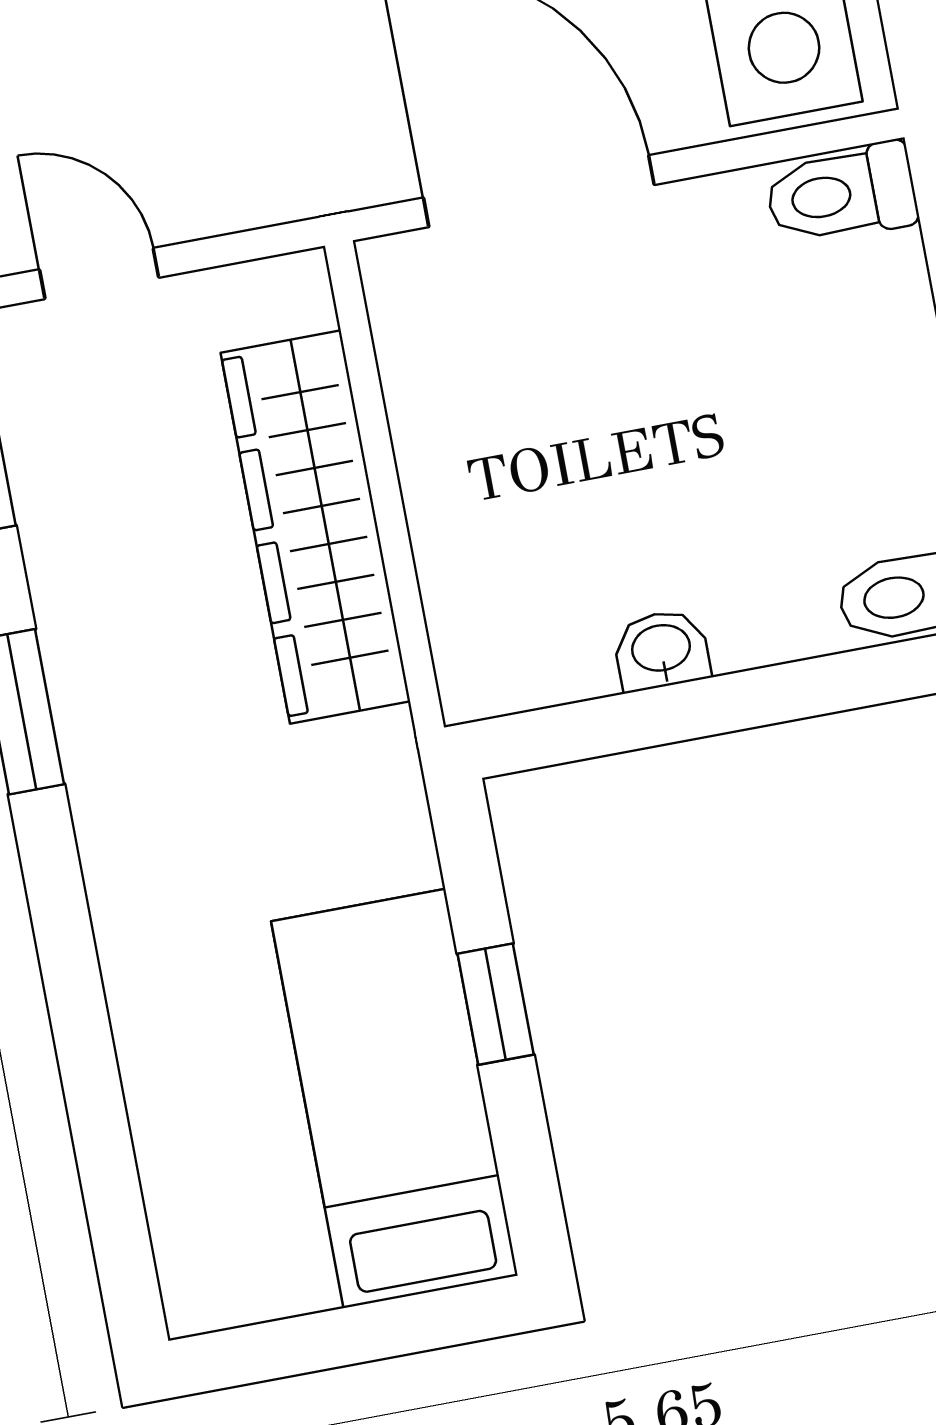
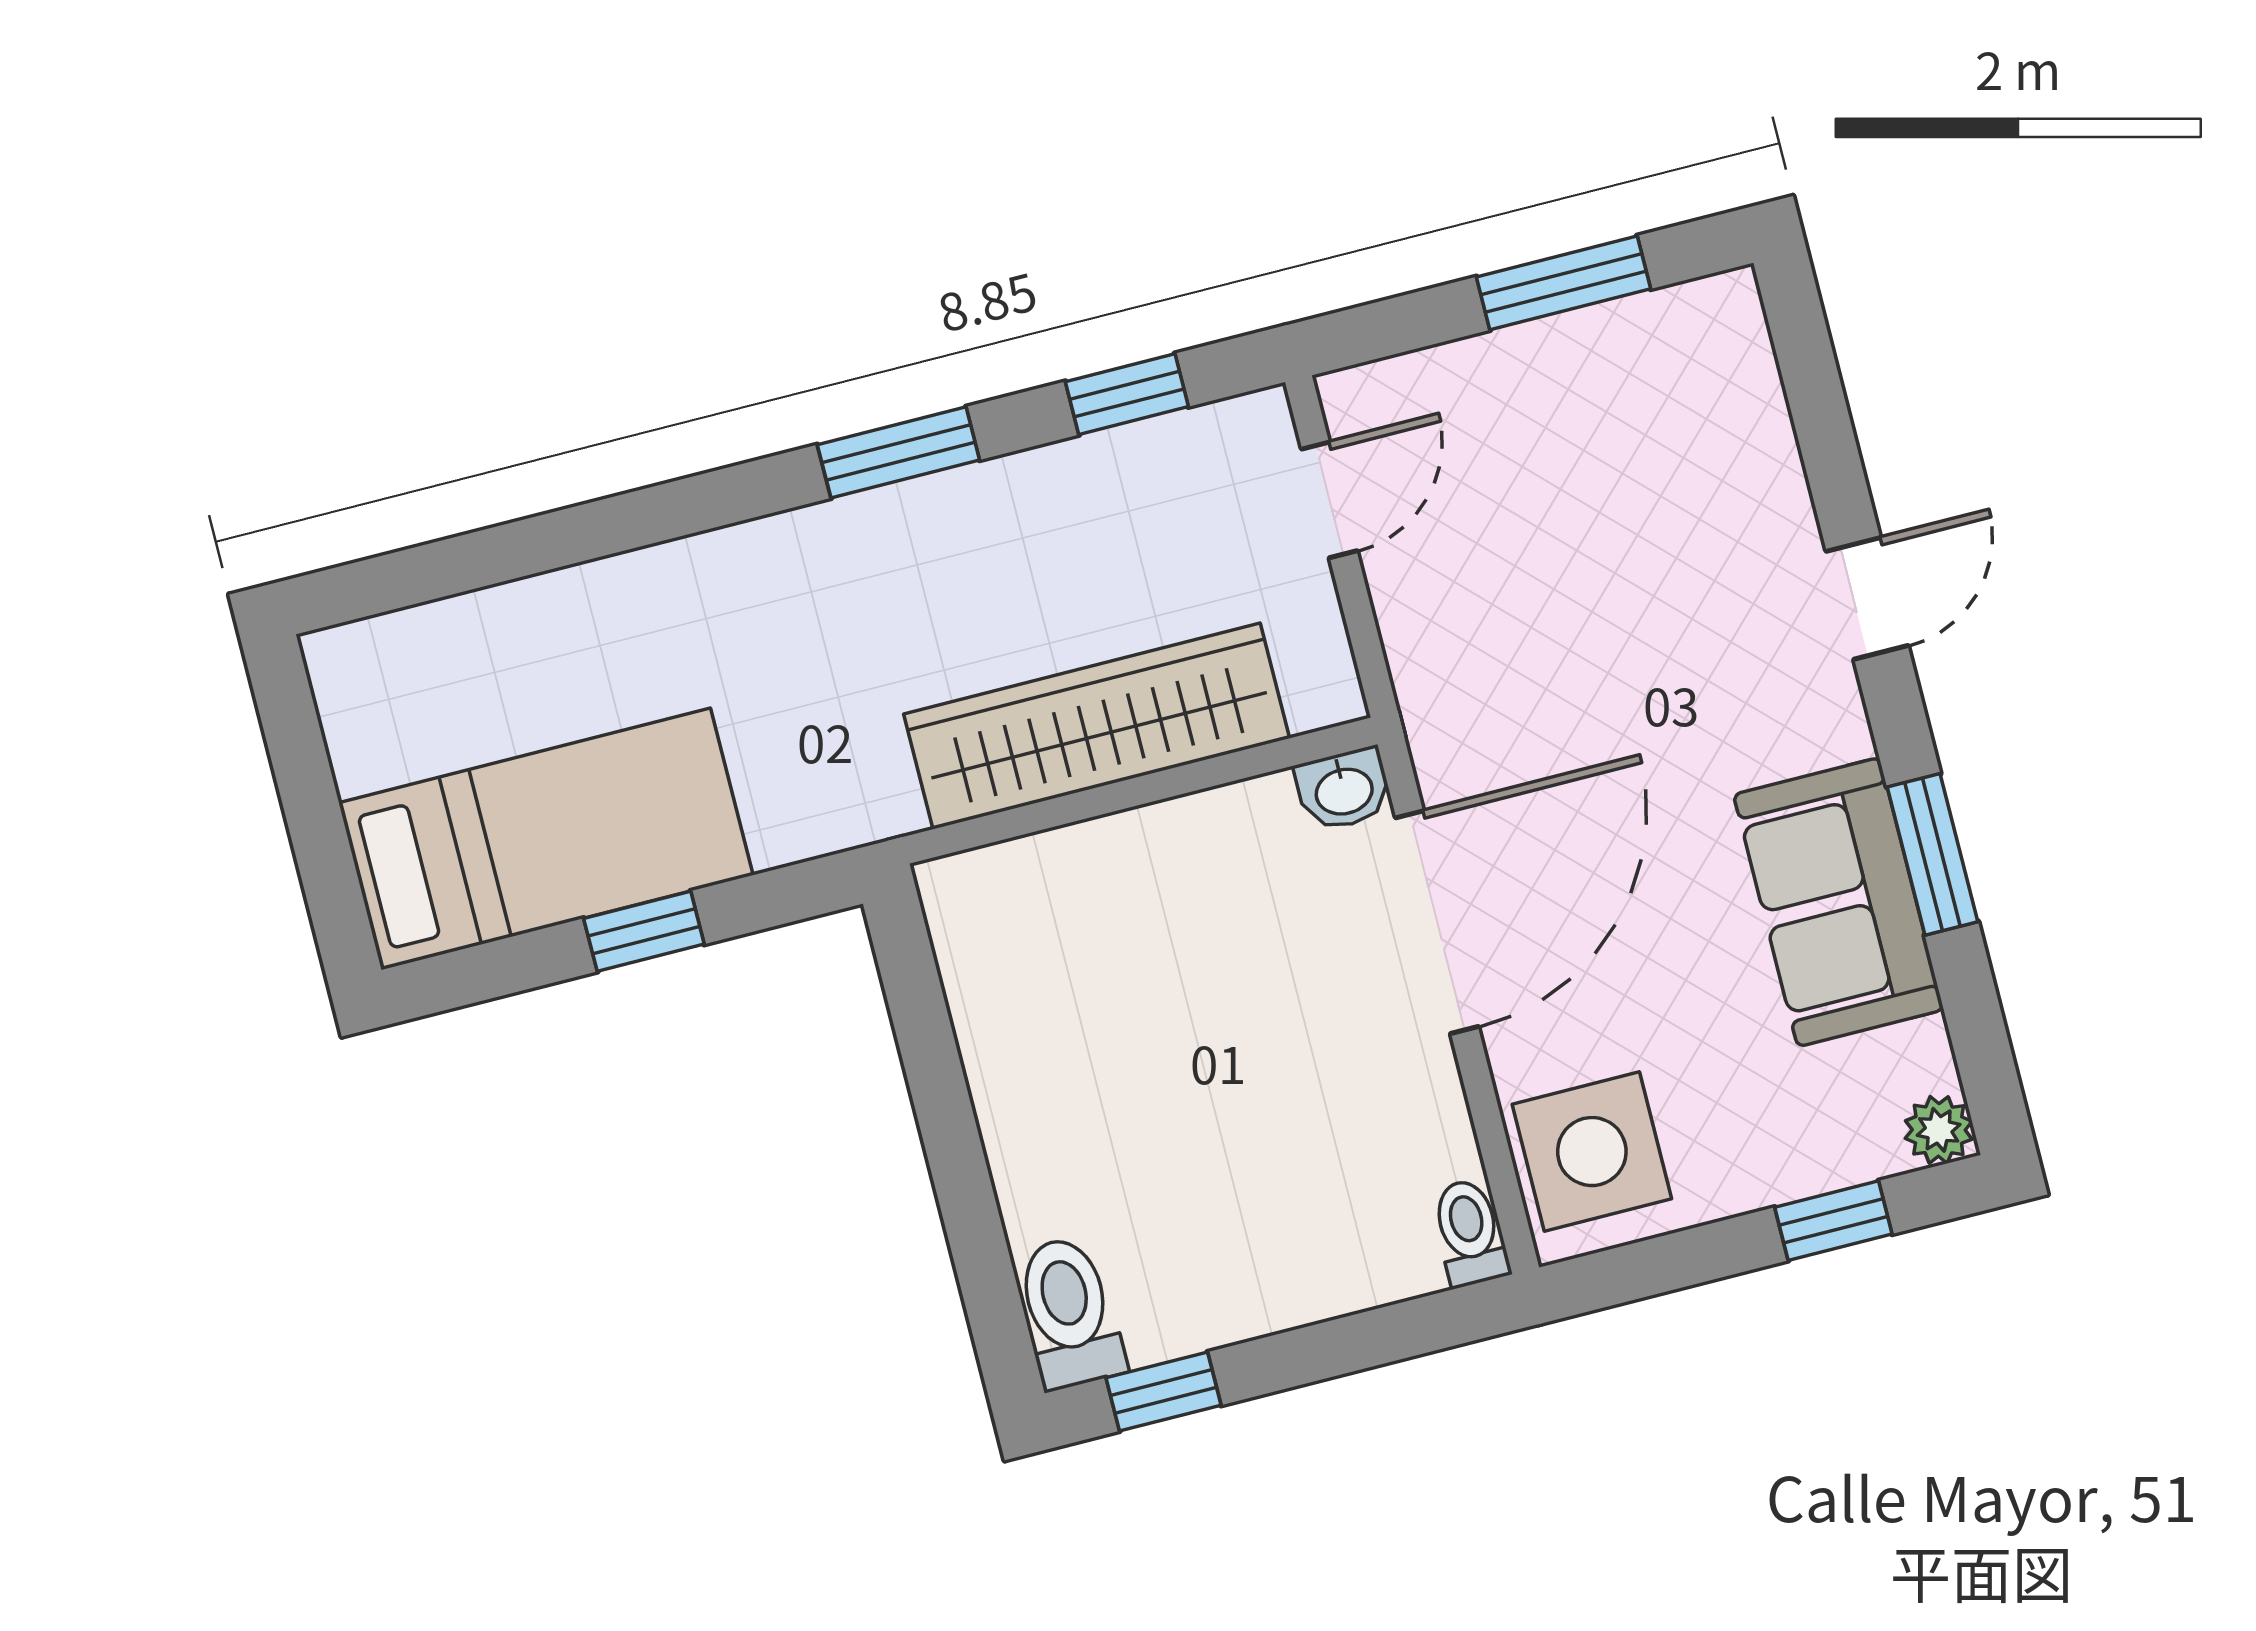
toilet: (841, 194) -> (1470, 1233), width x0.73, depth x0.72
washbasin: (661, 650) -> (1344, 790), moved, turned 90

